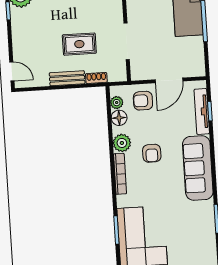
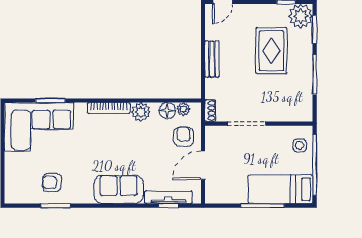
rug: (79, 44) -> (271, 51), moved, width x1.36, depth x1.43
shoe rack: (96, 78) -> (210, 111), moved
door: (169, 80) -> (203, 165), hinge flipped
armchair: (152, 153) -> (52, 182), moved
sofa: (198, 168) -> (119, 189), width x0.73

